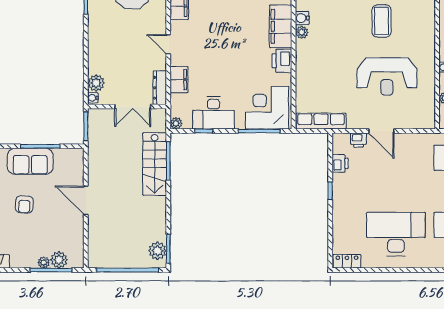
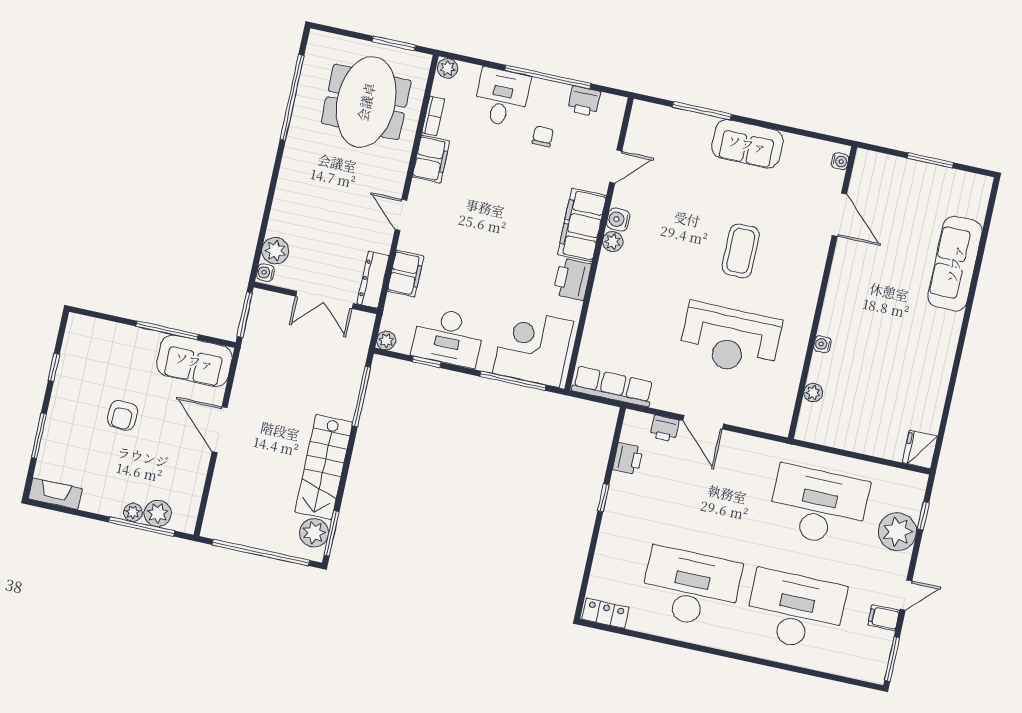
sofa: (30, 161) -> (194, 361), moved
stairs: (155, 164) -> (324, 467), moved

